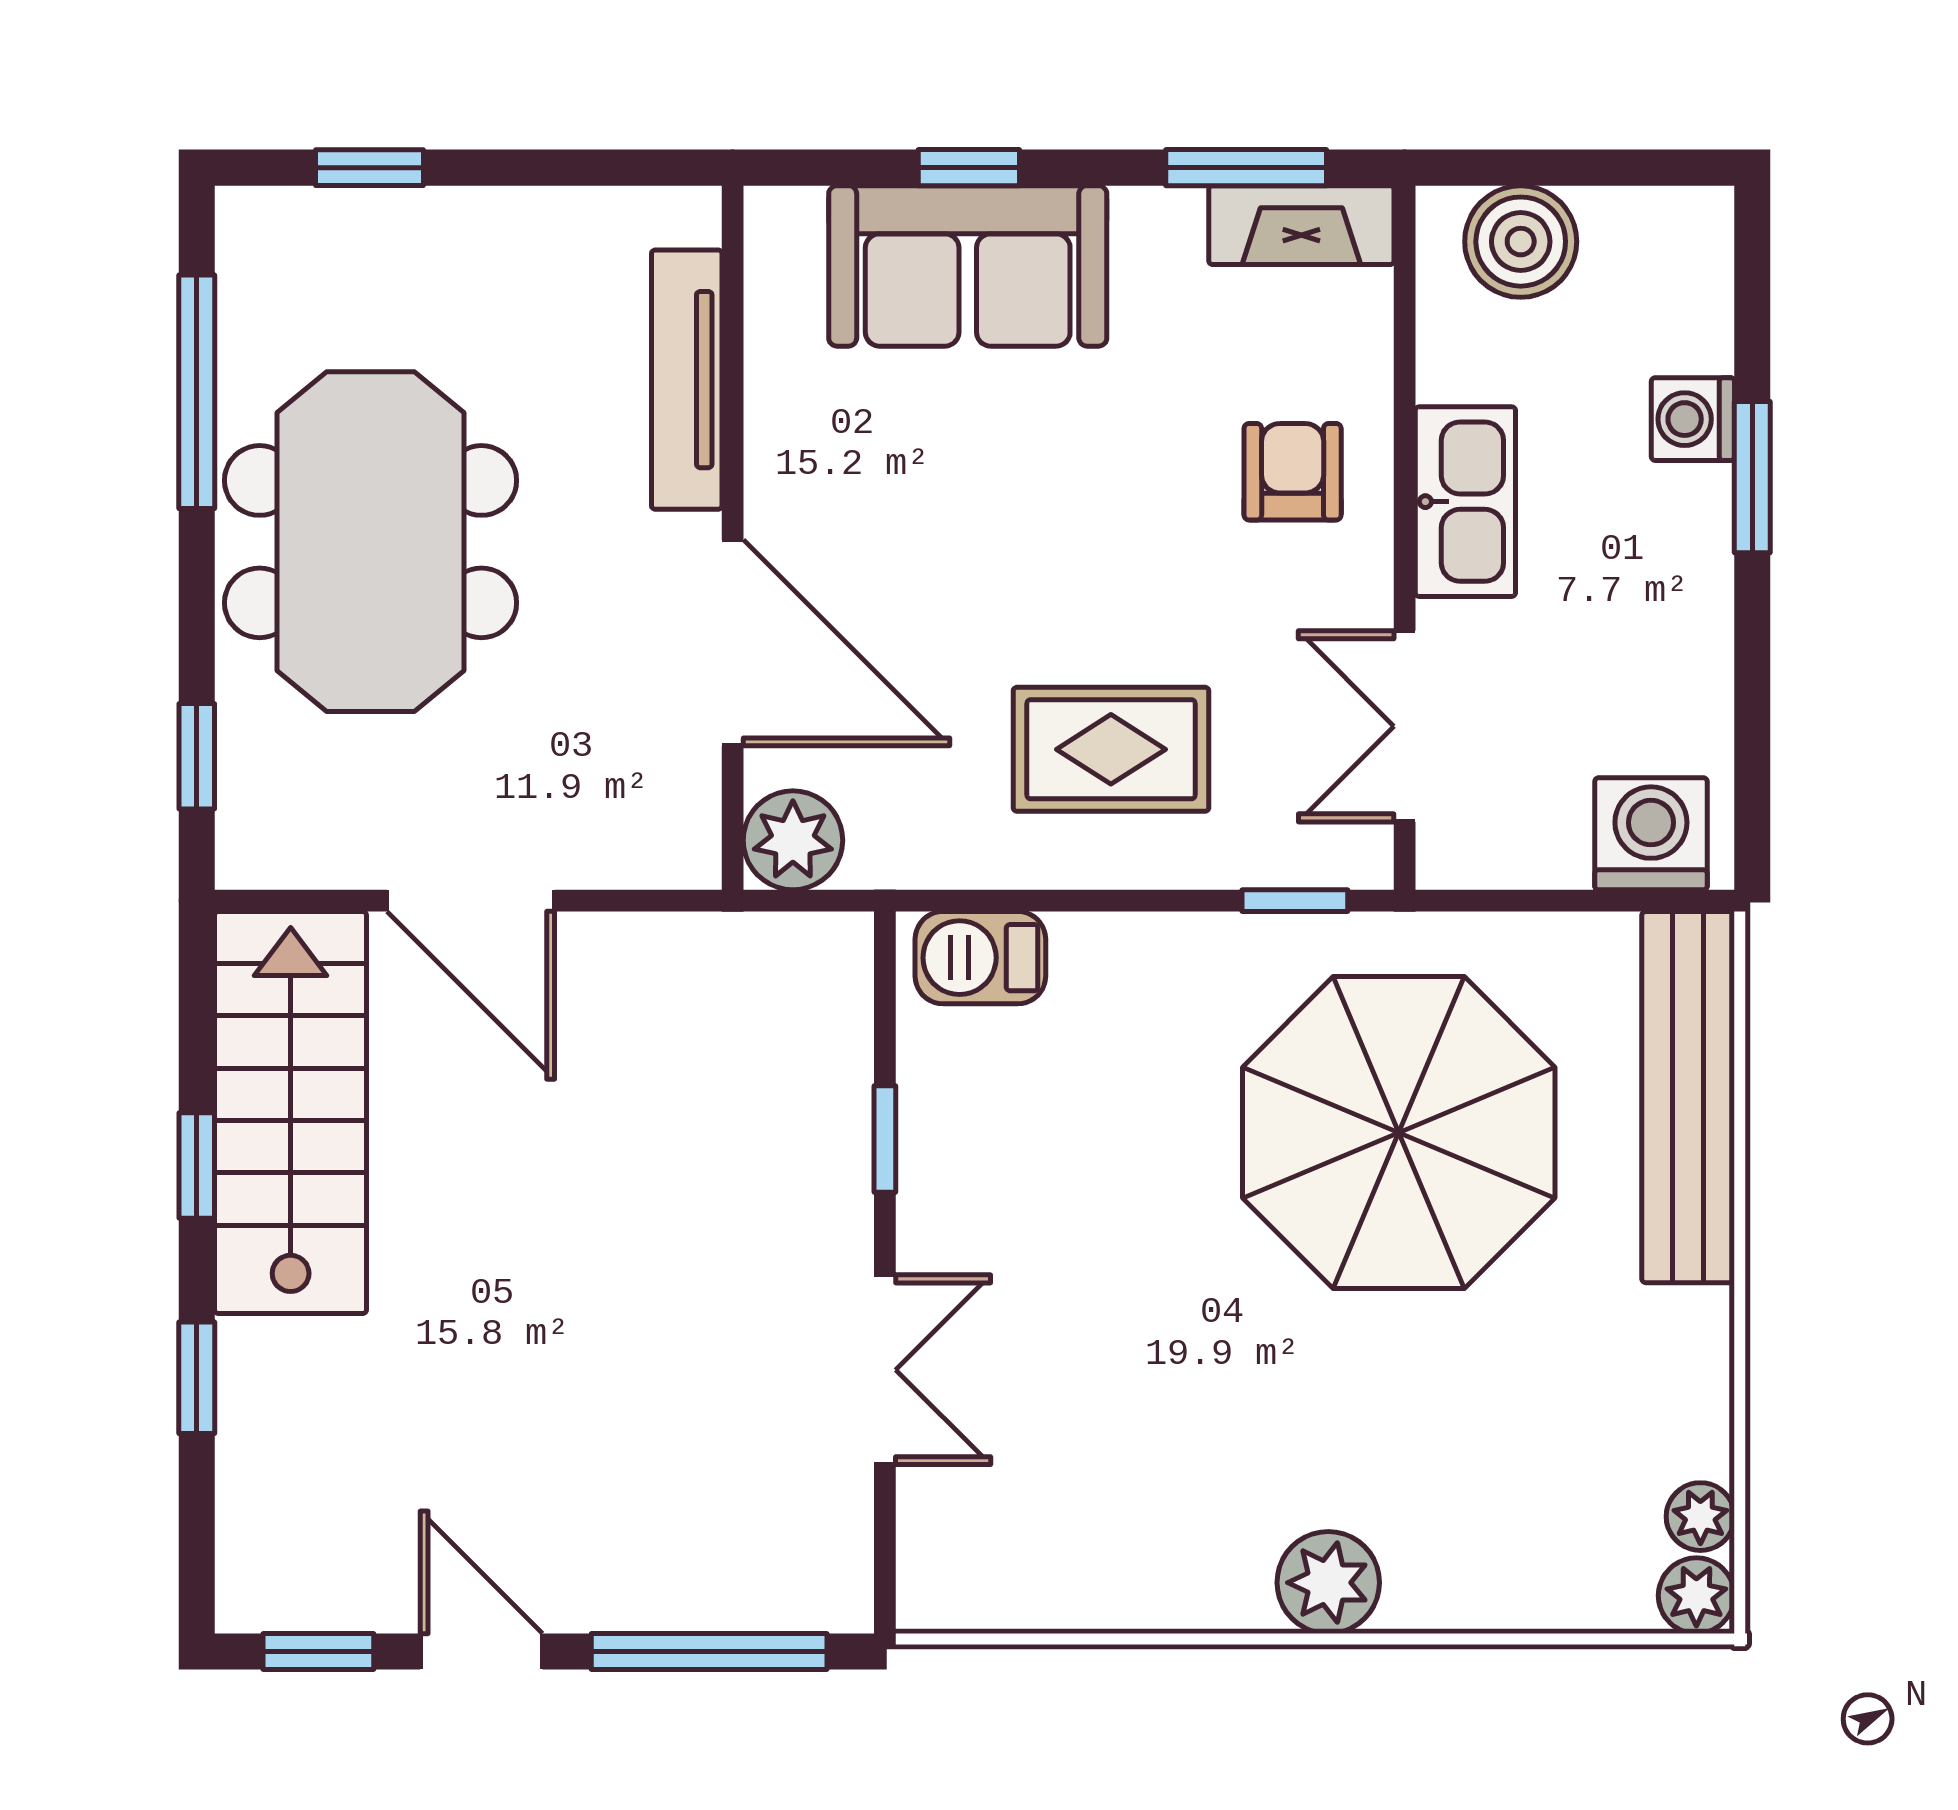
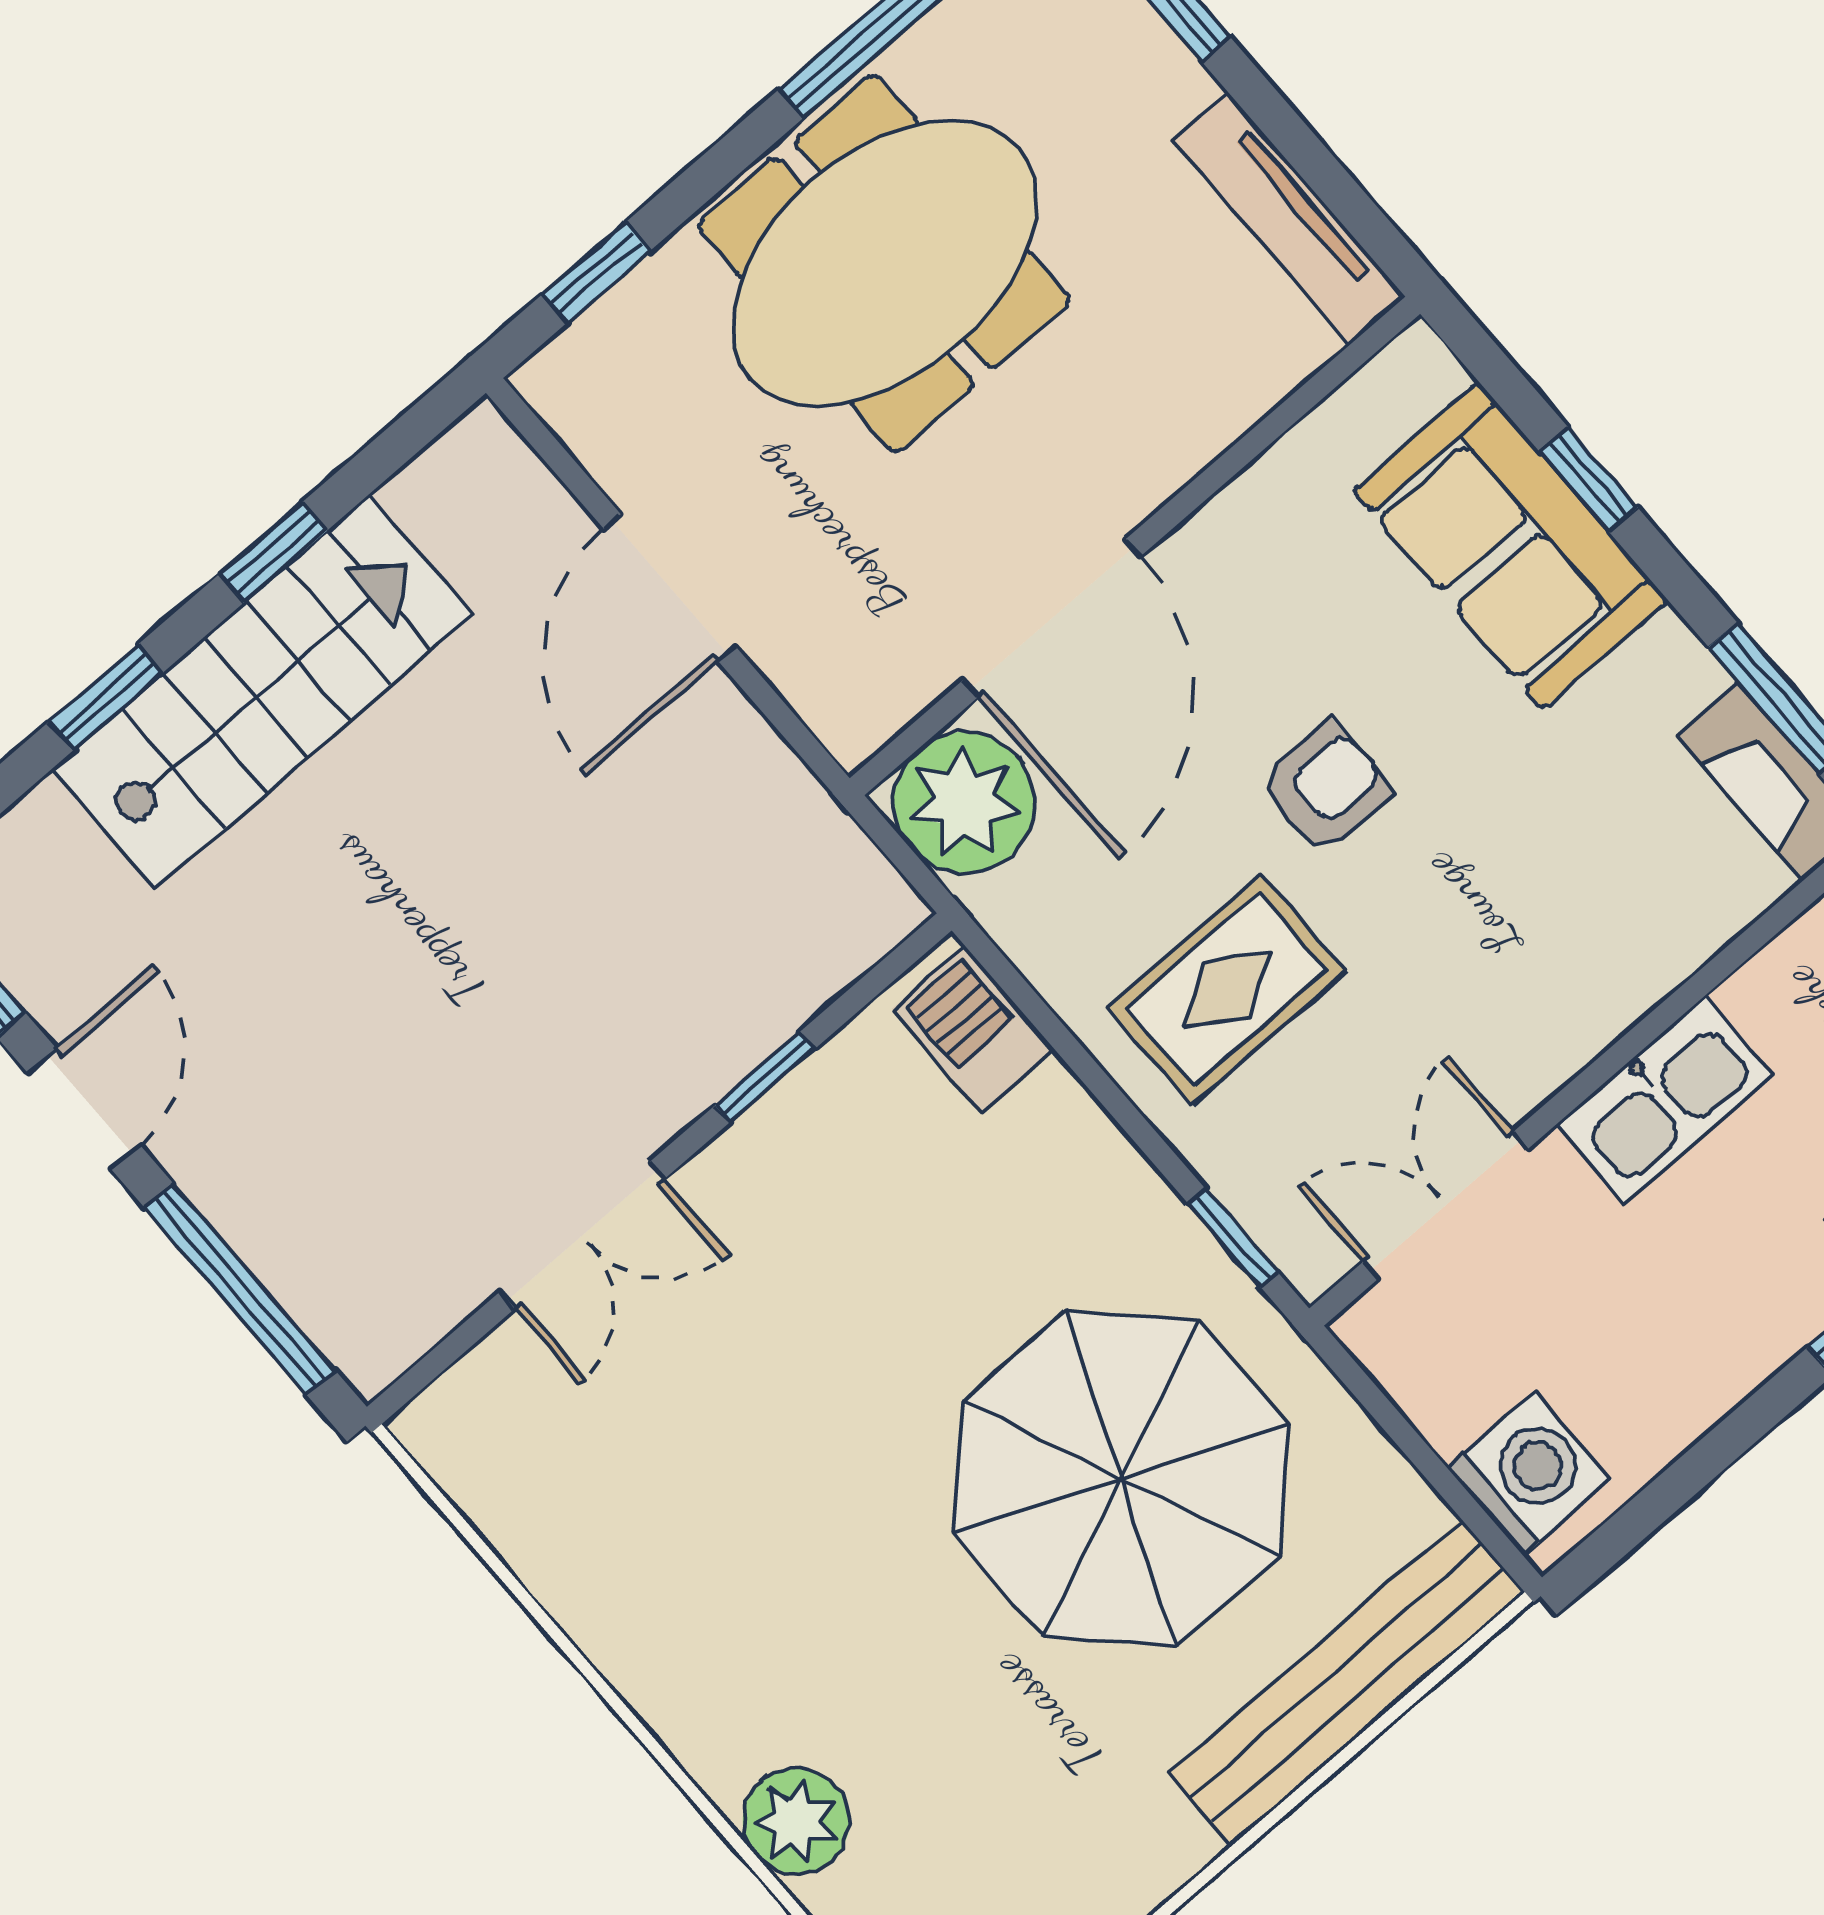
tv unit: (687, 380) -> (1289, 218), moved, turned -90
armchair: (1293, 472) -> (1325, 787), moved
rug: (1111, 749) -> (1227, 989), turned 90
plant: (793, 840) -> (964, 802), width x1.36, depth x1.36
stairs: (291, 1113) -> (262, 691), moved
plant: (1328, 1583) -> (796, 1821), moved

